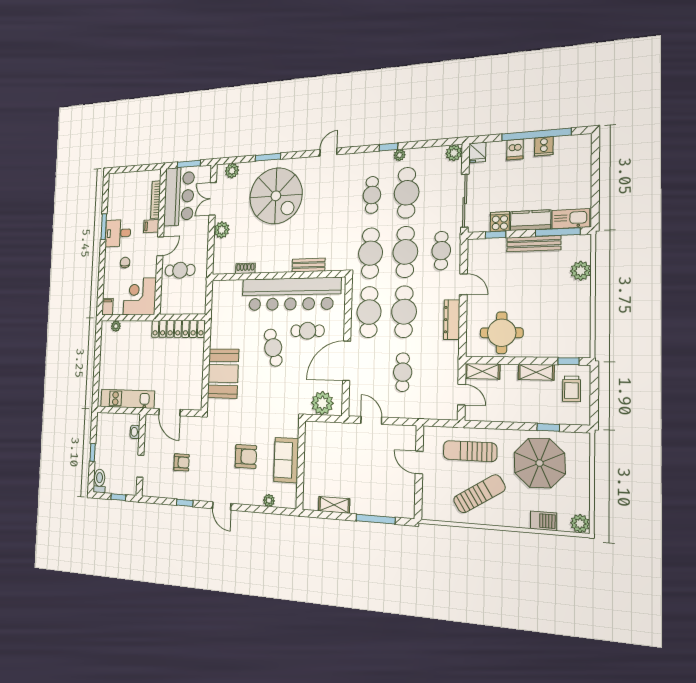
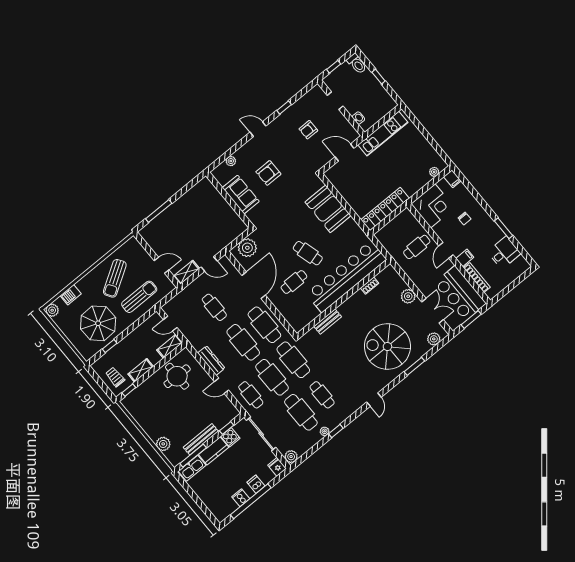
desk: (118, 233) -> (504, 253), moved
bar counter: (291, 294) -> (346, 277), moved
shelving: (334, 505) -> (187, 272), moved

